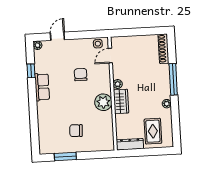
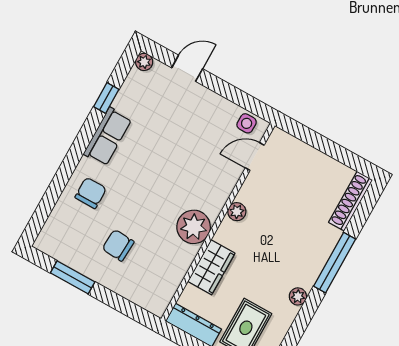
chair: (81, 75) -> (91, 193), moved
wardrobe: (121, 101) -> (211, 267), moved

